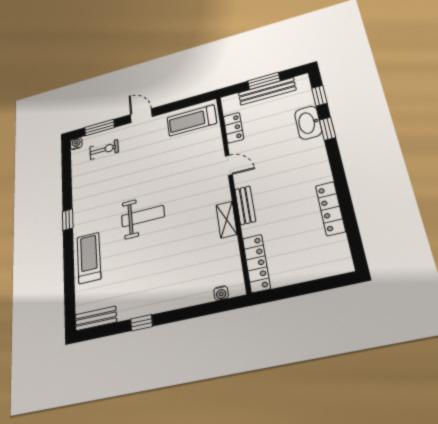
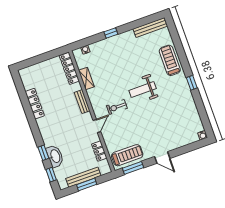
window: (99, 127) -> (133, 168), moved
exercise bike: (104, 149) -> (117, 107), moved
door: (229, 165) -> (97, 126), swing flipped
shelving: (227, 220) -> (86, 79), moved
treadmill: (89, 258) -> (170, 60), turned 180
bench: (96, 318) -> (150, 27), width x1.36
window: (142, 323) -> (111, 33), moved

